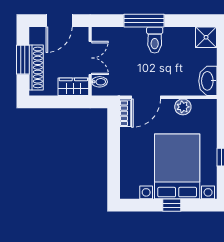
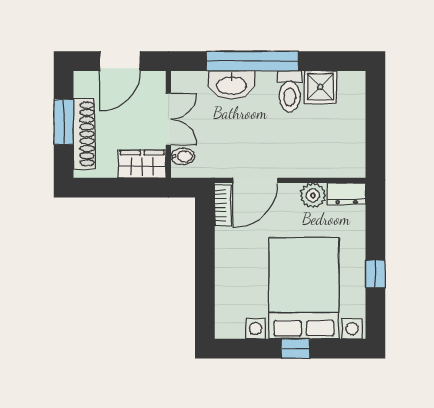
window: (144, 21) -> (252, 61), width x1.46
shower: (206, 37) -> (320, 87), moved
toilet: (155, 40) -> (290, 91), moved
washbasin: (208, 81) -> (231, 85), moved, turned -90
dresser: (205, 106) -> (347, 194), added

